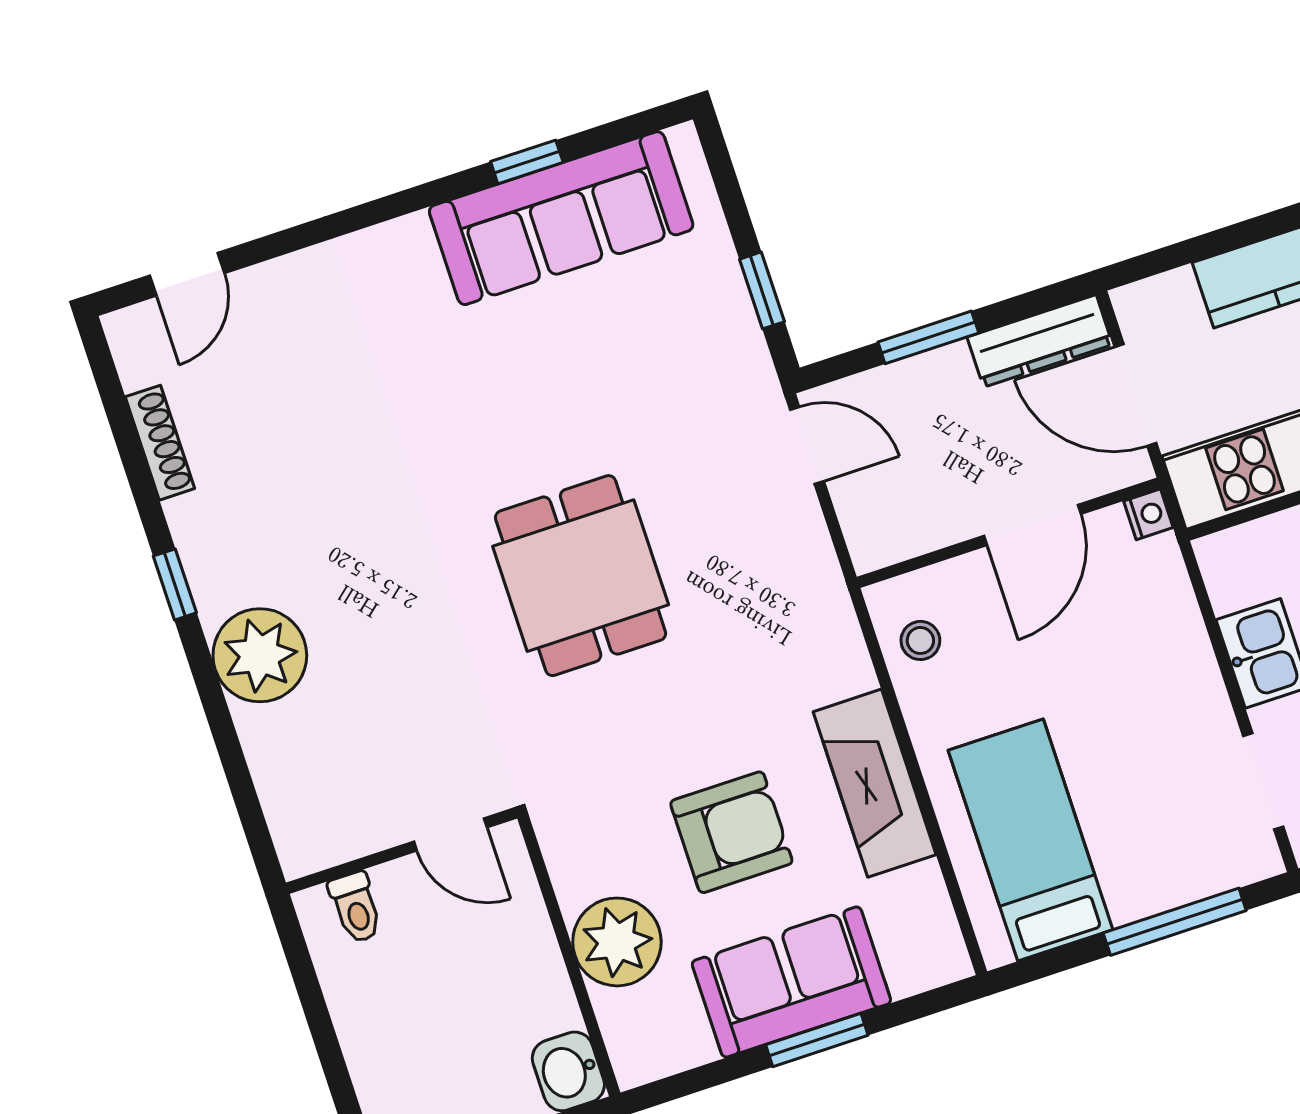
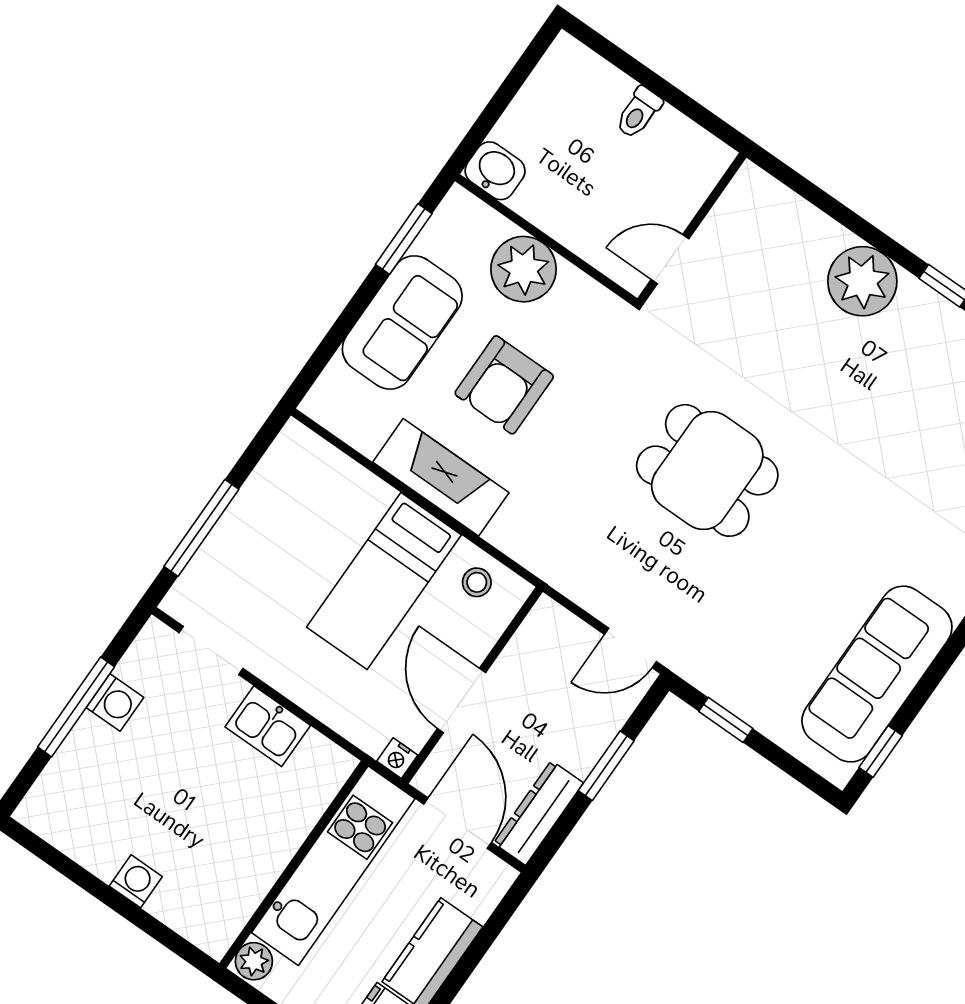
window: (527, 162) -> (881, 752), moved
door: (1136, 395) -> (458, 823), hinge flipped
bed: (1030, 840) -> (384, 581), moved, turned 90
toilet: (356, 907) -> (639, 113), moved, turned -90
window: (817, 1040) -> (404, 239), moved

